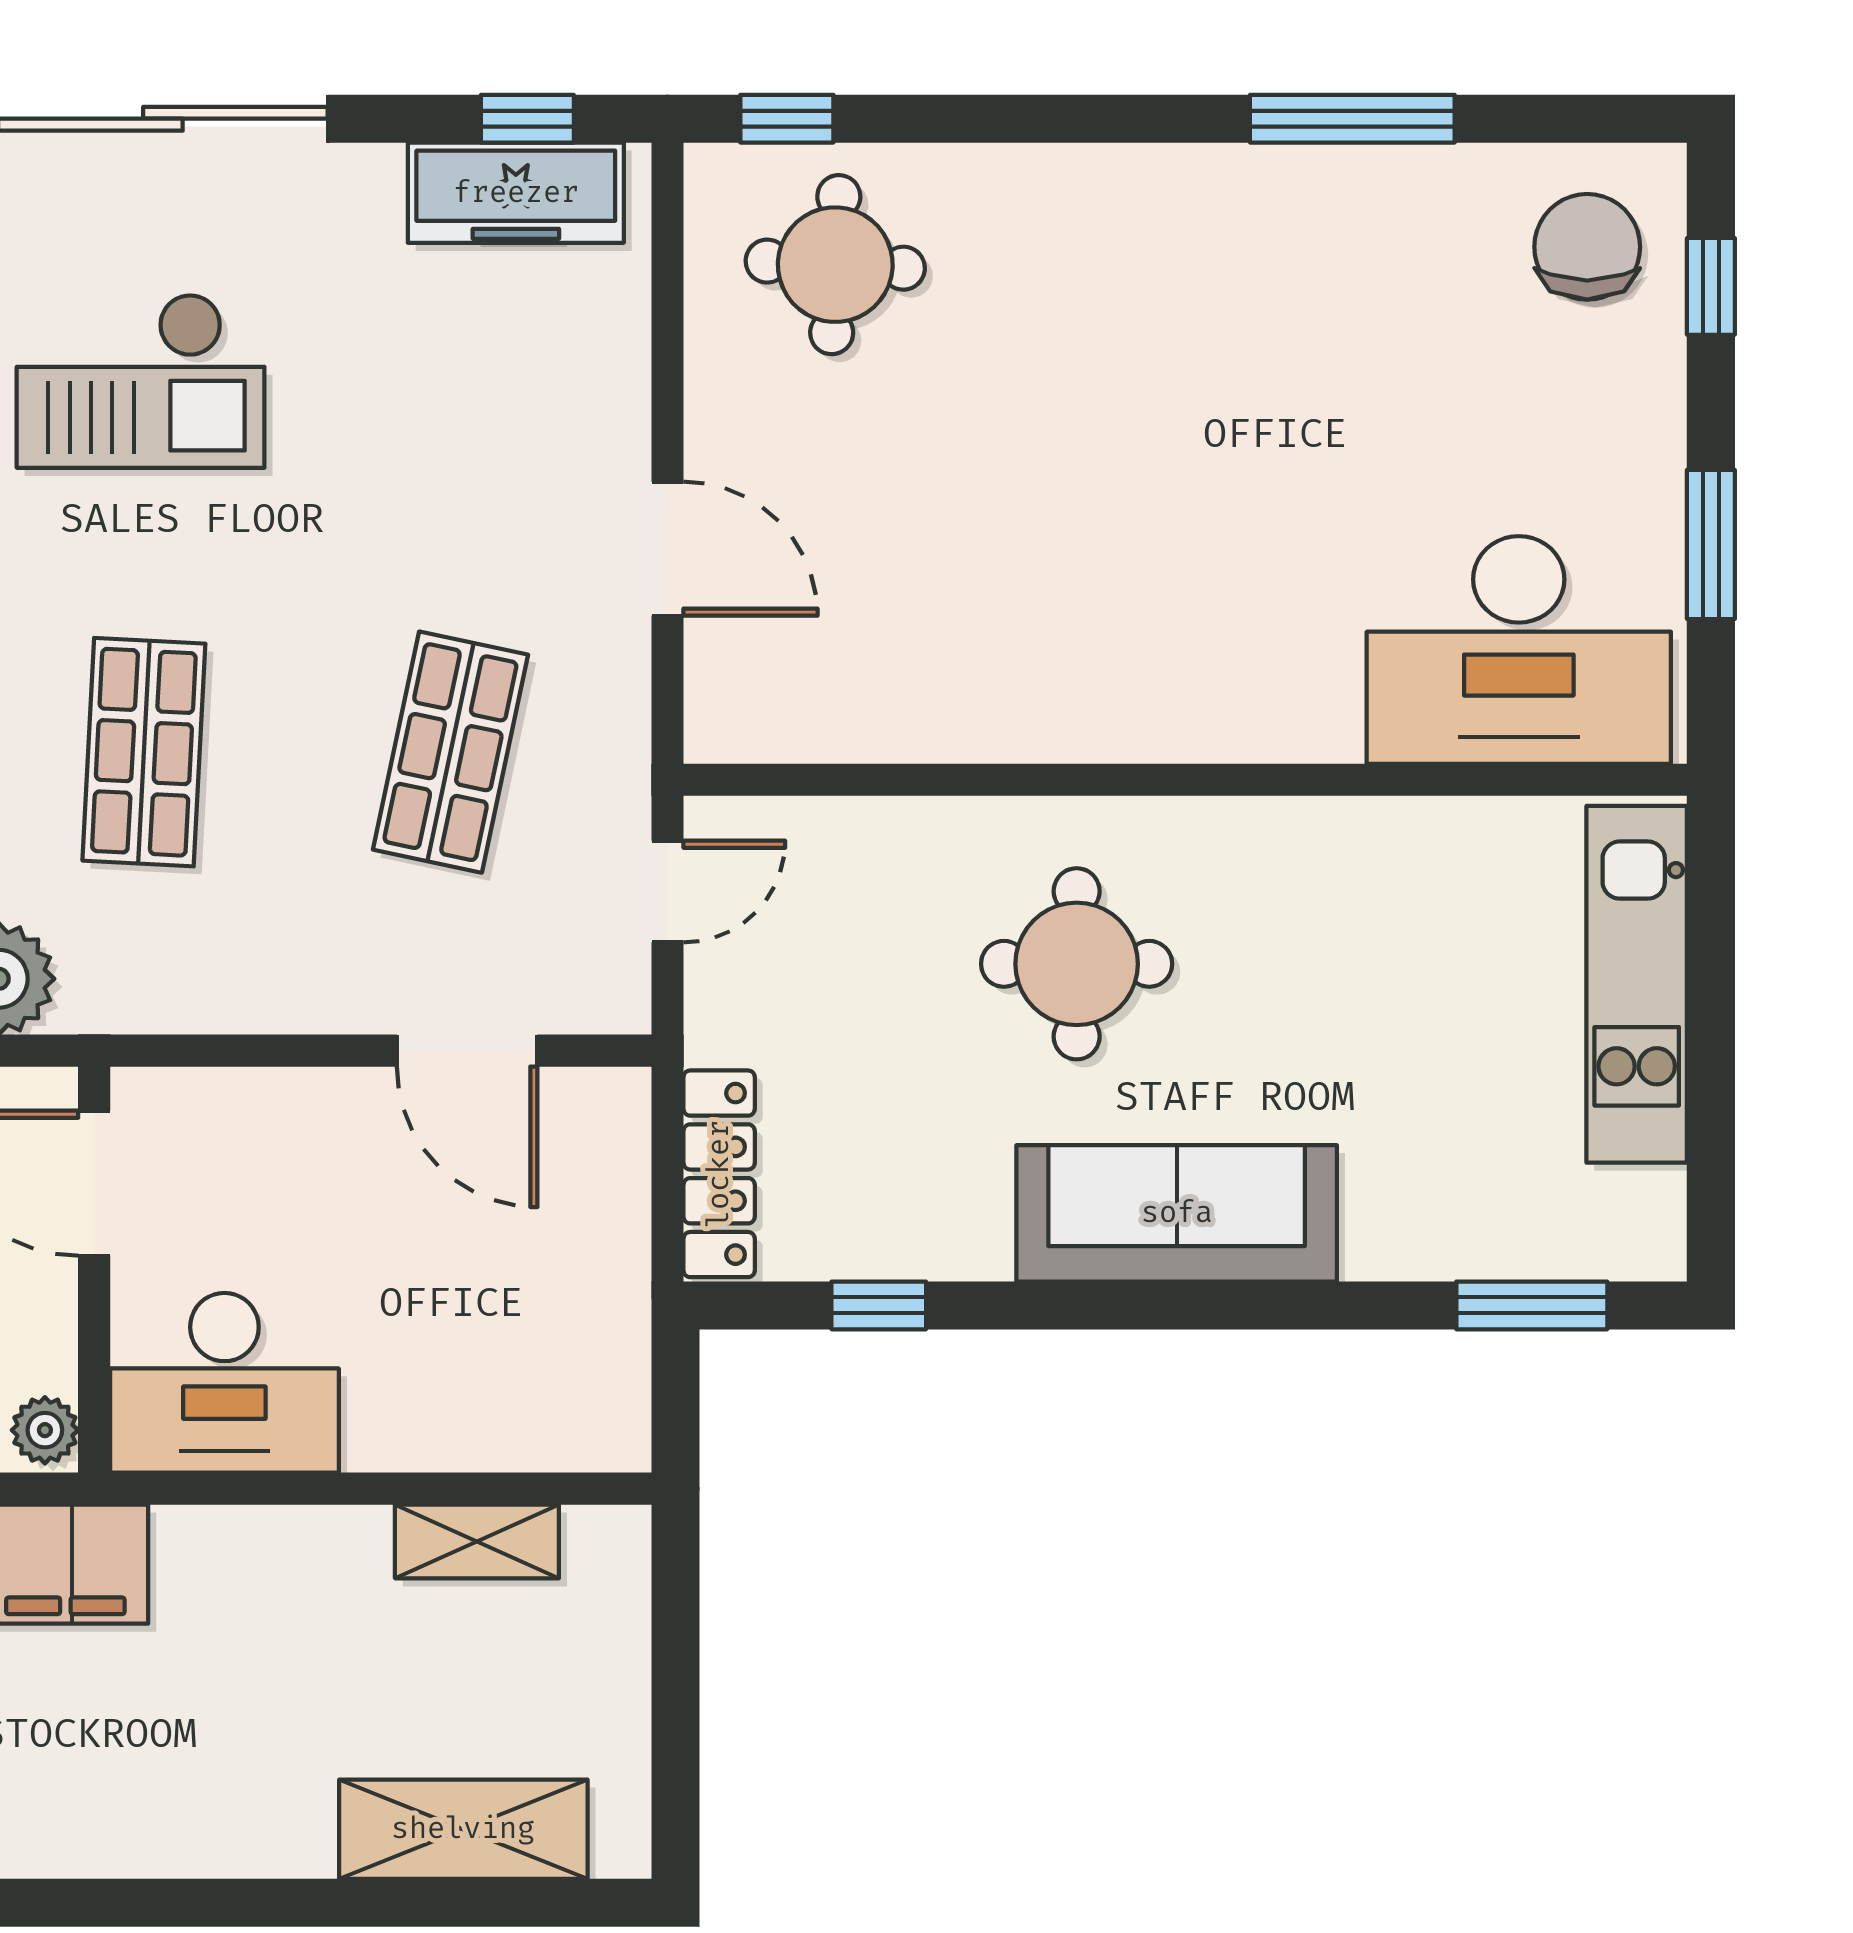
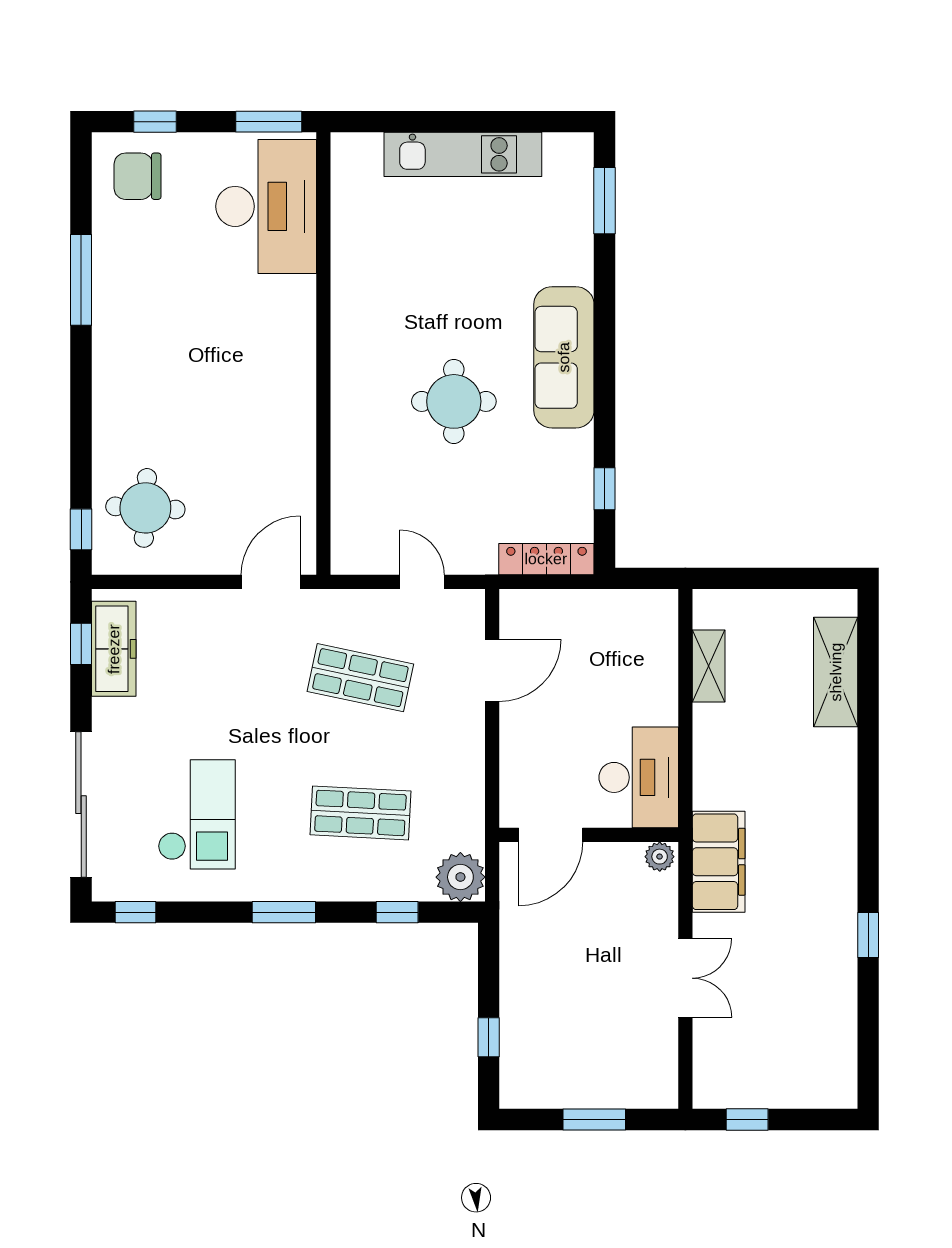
desk: (1519, 650) -> (266, 206), moved
wall: (1185, 780) -> (323, 354), moved

